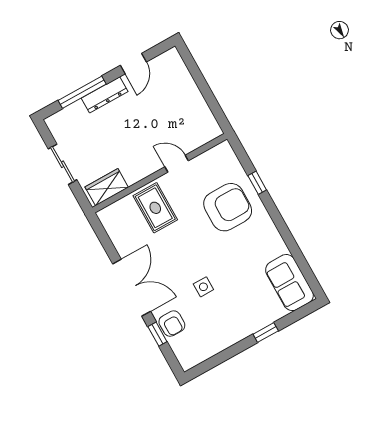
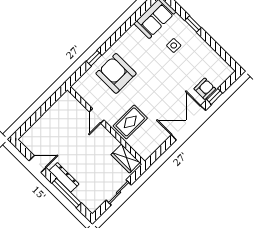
side table: (203, 287) -> (174, 45), moved

